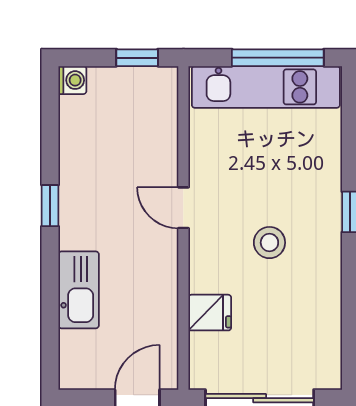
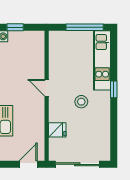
window: (137, 58) -> (15, 27), moved
kitchen unit: (266, 87) -> (102, 60), moved, turned 90

